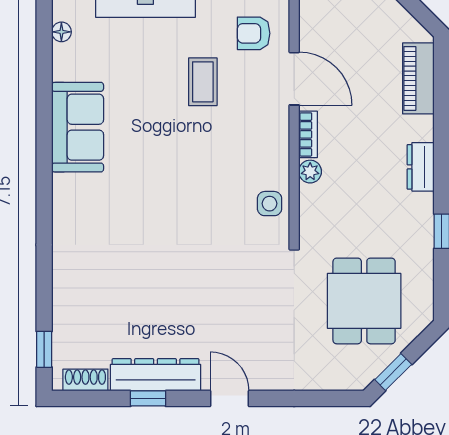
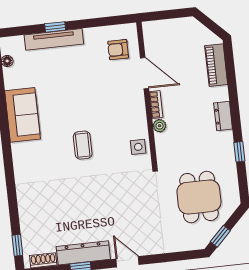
coffee table: (203, 82) -> (83, 145), moved

